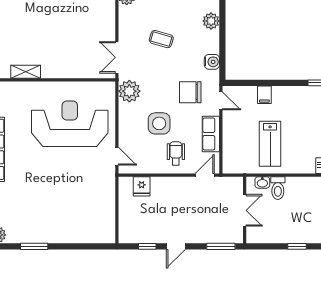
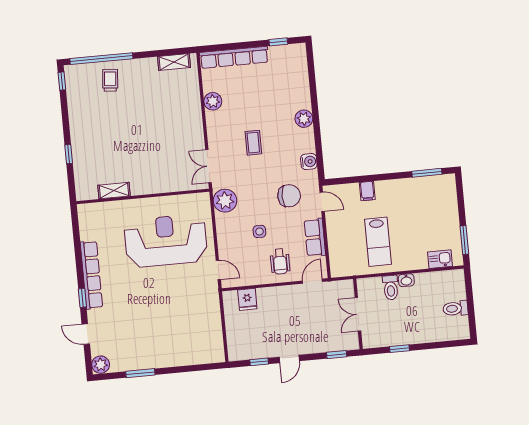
coffee table: (161, 39) -> (253, 143), turned 74
chair: (190, 92) -> (289, 196), turned 180
side table: (159, 123) -> (259, 231), width x0.54, depth x0.54
wheelchair: (176, 153) -> (280, 261), turned 180
washbasin: (262, 182) -> (406, 280), moved
double door: (245, 210) -> (358, 314), swing flipped
window: (221, 246) -> (337, 355), width x0.67
window: (297, 246) -> (400, 349), moved

